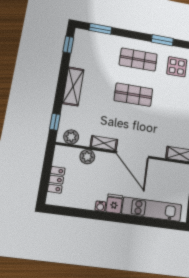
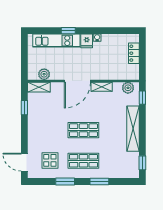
window: (100, 29) -> (99, 182), moved
shelving: (73, 86) -> (133, 129), width x1.47
door: (133, 155) -> (77, 81), swing flipped
plant: (87, 157) -> (44, 74), moved
window: (136, 220) -> (68, 31), added

